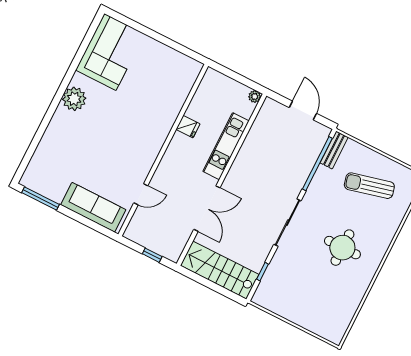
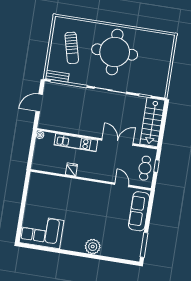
plant: (74, 99) -> (93, 247), moved
cafe table: (155, 237) -> (145, 168), added
round table: (342, 248) -> (115, 52), width x1.86, depth x1.86

